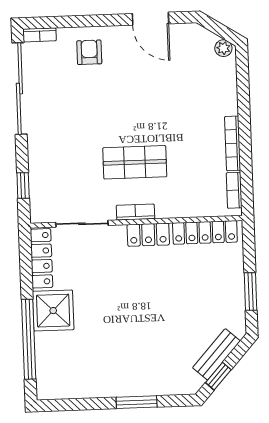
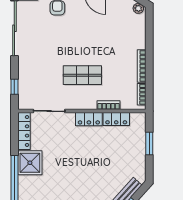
bookcase: (135, 212) -> (109, 105), moved
locker: (205, 232) -> (116, 119), width x0.66
window: (251, 291) -> (149, 143), moved

